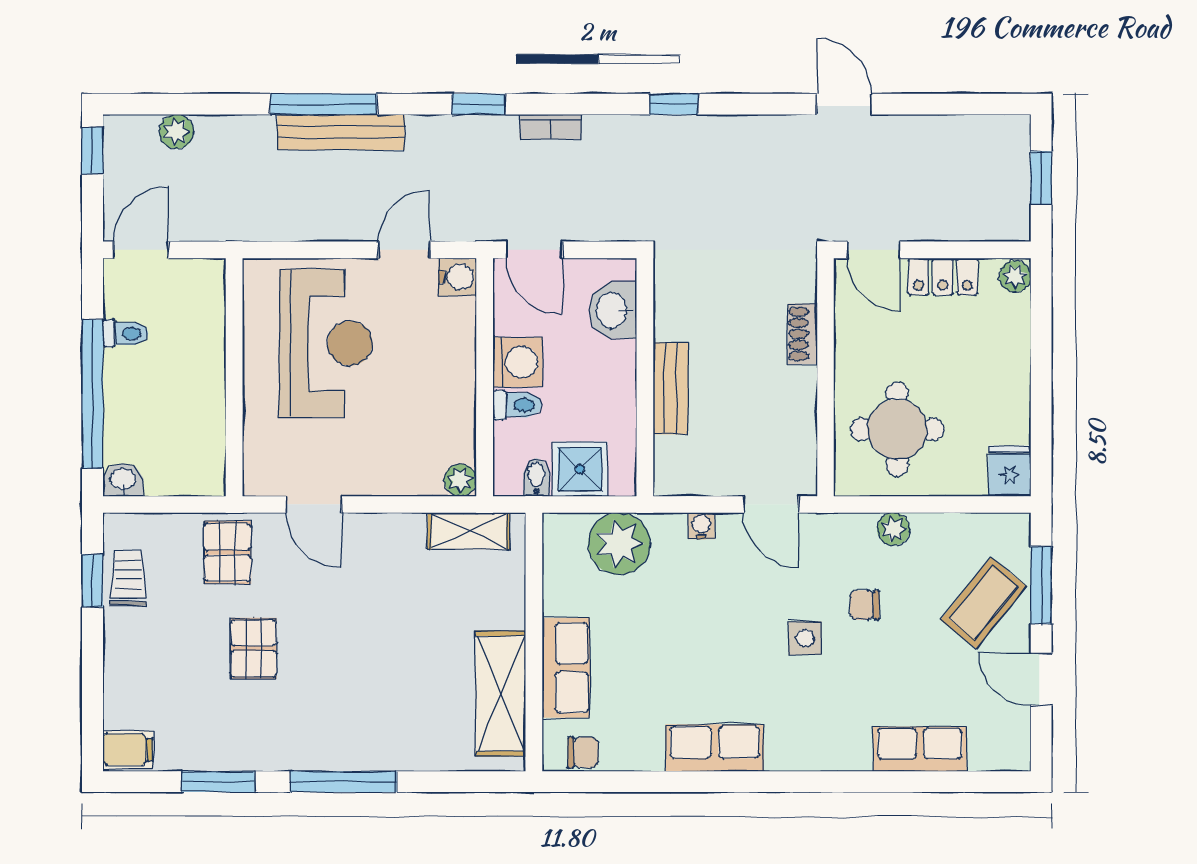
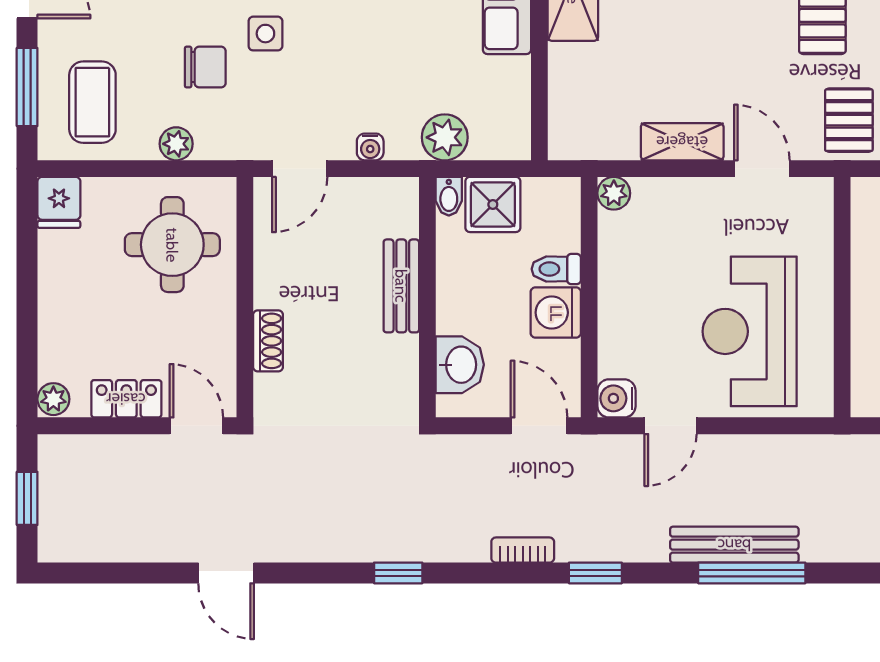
bidet: (536, 477) -> (449, 196), moved
door: (771, 504) -> (300, 169), swing flipped
shelving: (469, 531) -> (682, 142), moved
plant: (619, 544) -> (445, 137), width x0.73, depth x0.73
coffee table: (984, 603) -> (92, 102), moved, turned -39
chair: (865, 605) -> (205, 67), width x1.37, depth x1.37

